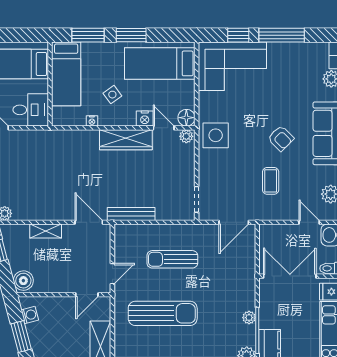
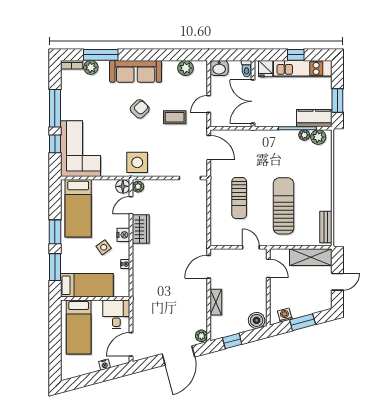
nightstand: (145, 119) -> (123, 235), moved
wardrobe: (126, 140) -> (141, 229), width x0.67
bench: (131, 214) -> (202, 232), removed
door: (309, 222) -> (209, 104), moved
plant: (249, 318) -> (304, 135), moved

